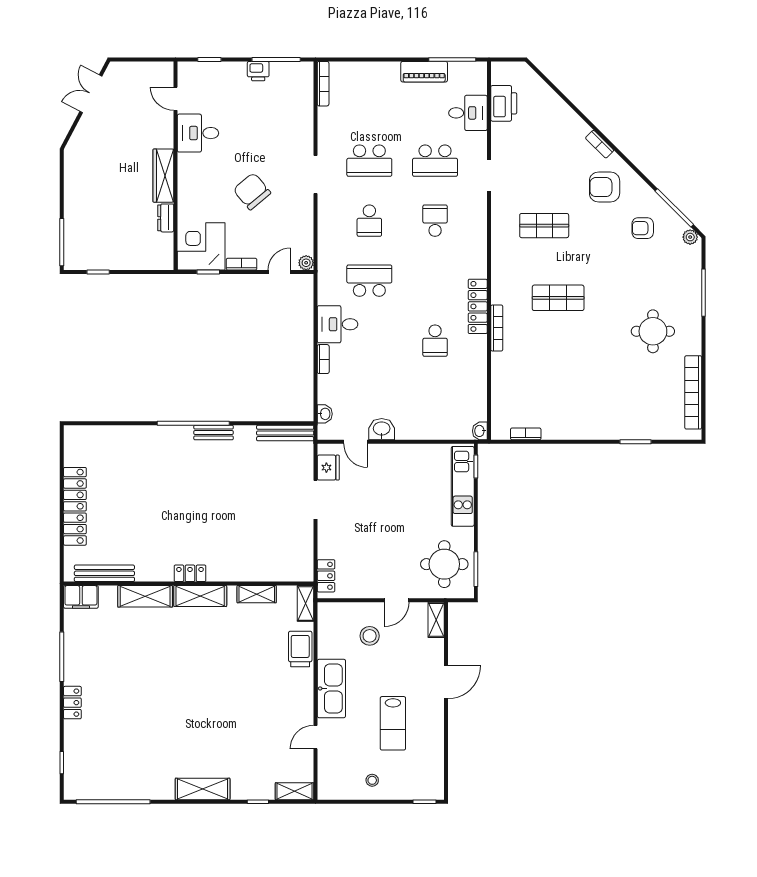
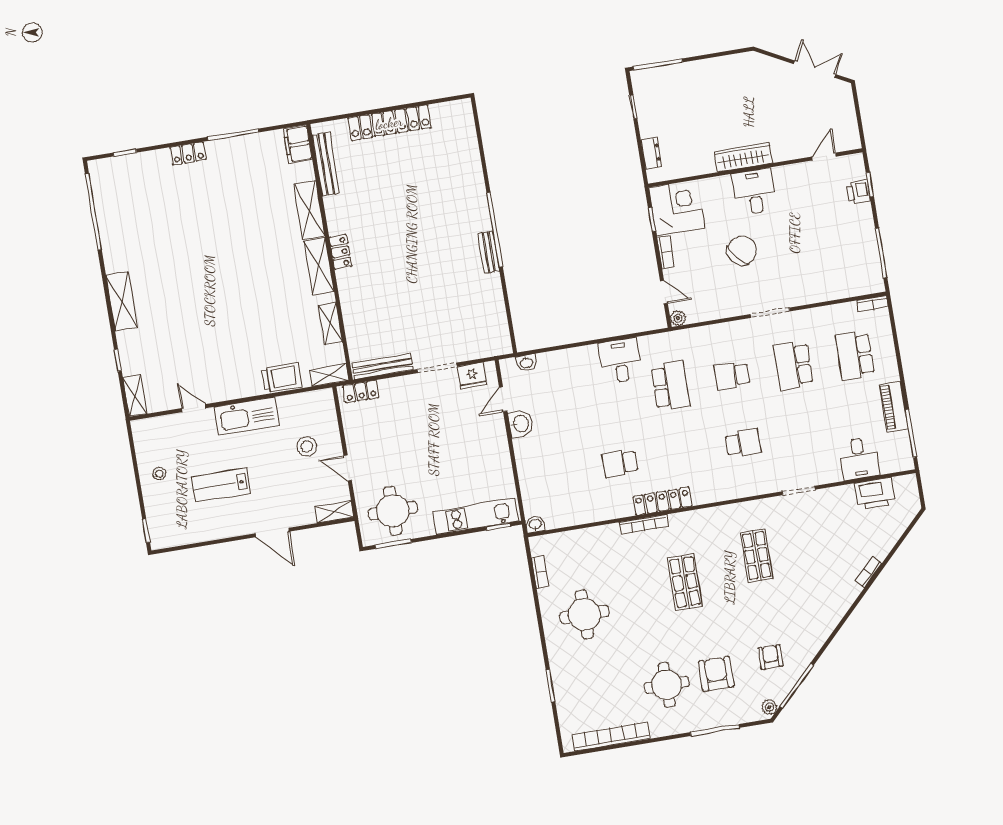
printer: (258, 71) -> (859, 192), moved
bookcase: (323, 84) -> (873, 304), width x0.64
desk: (198, 133) -> (754, 192), moved
bookcase: (600, 144) -> (868, 572), moved
school desk: (435, 161) -> (855, 355), moved
armchair: (605, 187) -> (716, 674), moved
dresser: (166, 218) -> (651, 153), moved, turned 90
bookcase: (323, 359) -> (582, 352), removed
round table: (573, 398) -> (584, 614), added
bench: (285, 433) -> (382, 367), moved, turned 90

